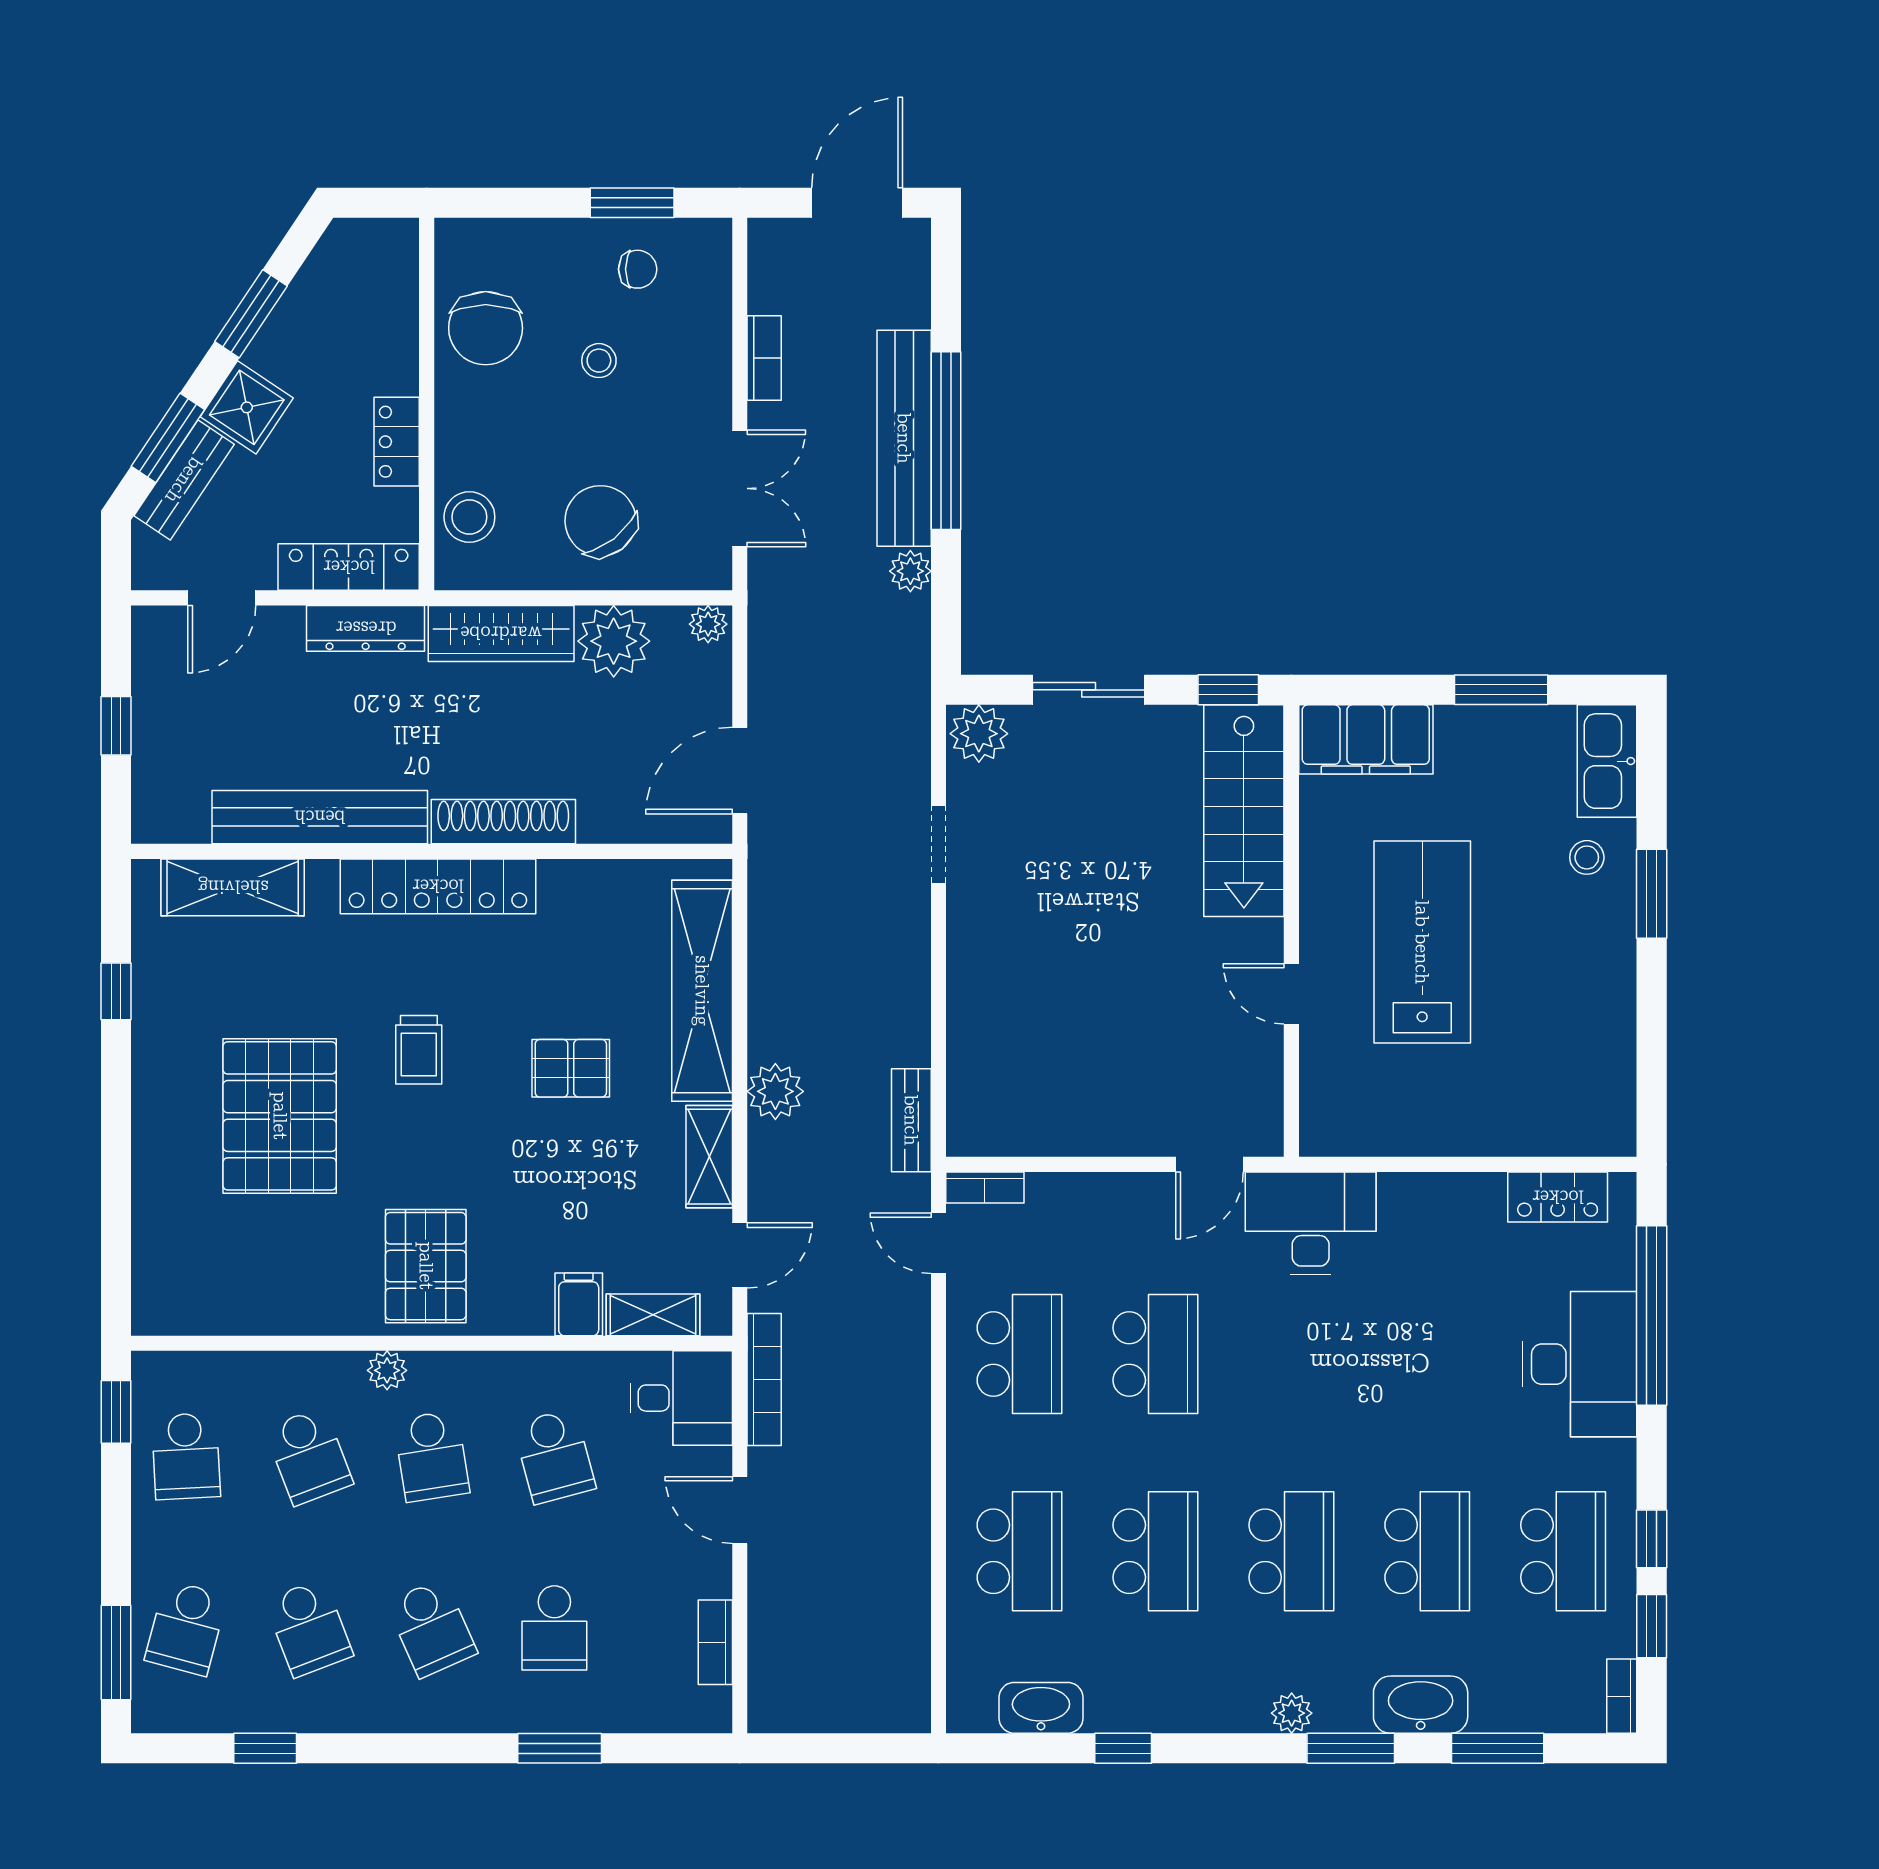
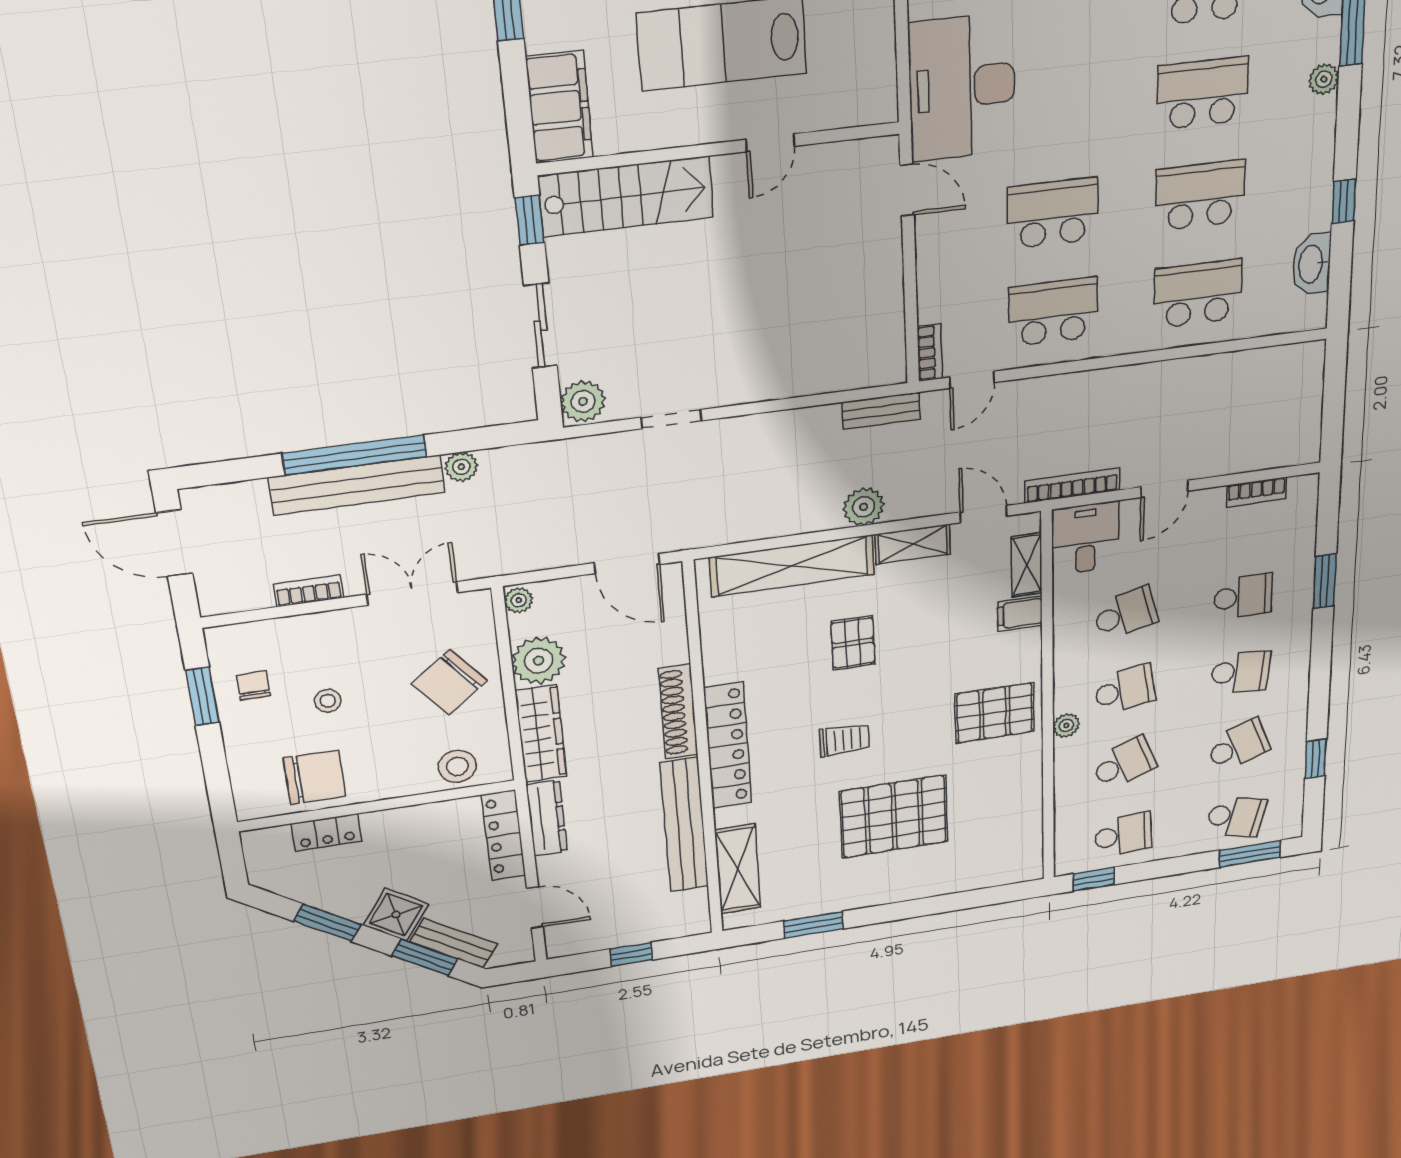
locker: (397, 442) -> (326, 832), moved
window: (116, 991) -> (814, 925), width x1.50
desk: (1311, 1223) -> (962, 87), width x1.36, depth x1.30
school desk: (432, 1628) -> (1241, 672), turned 30

